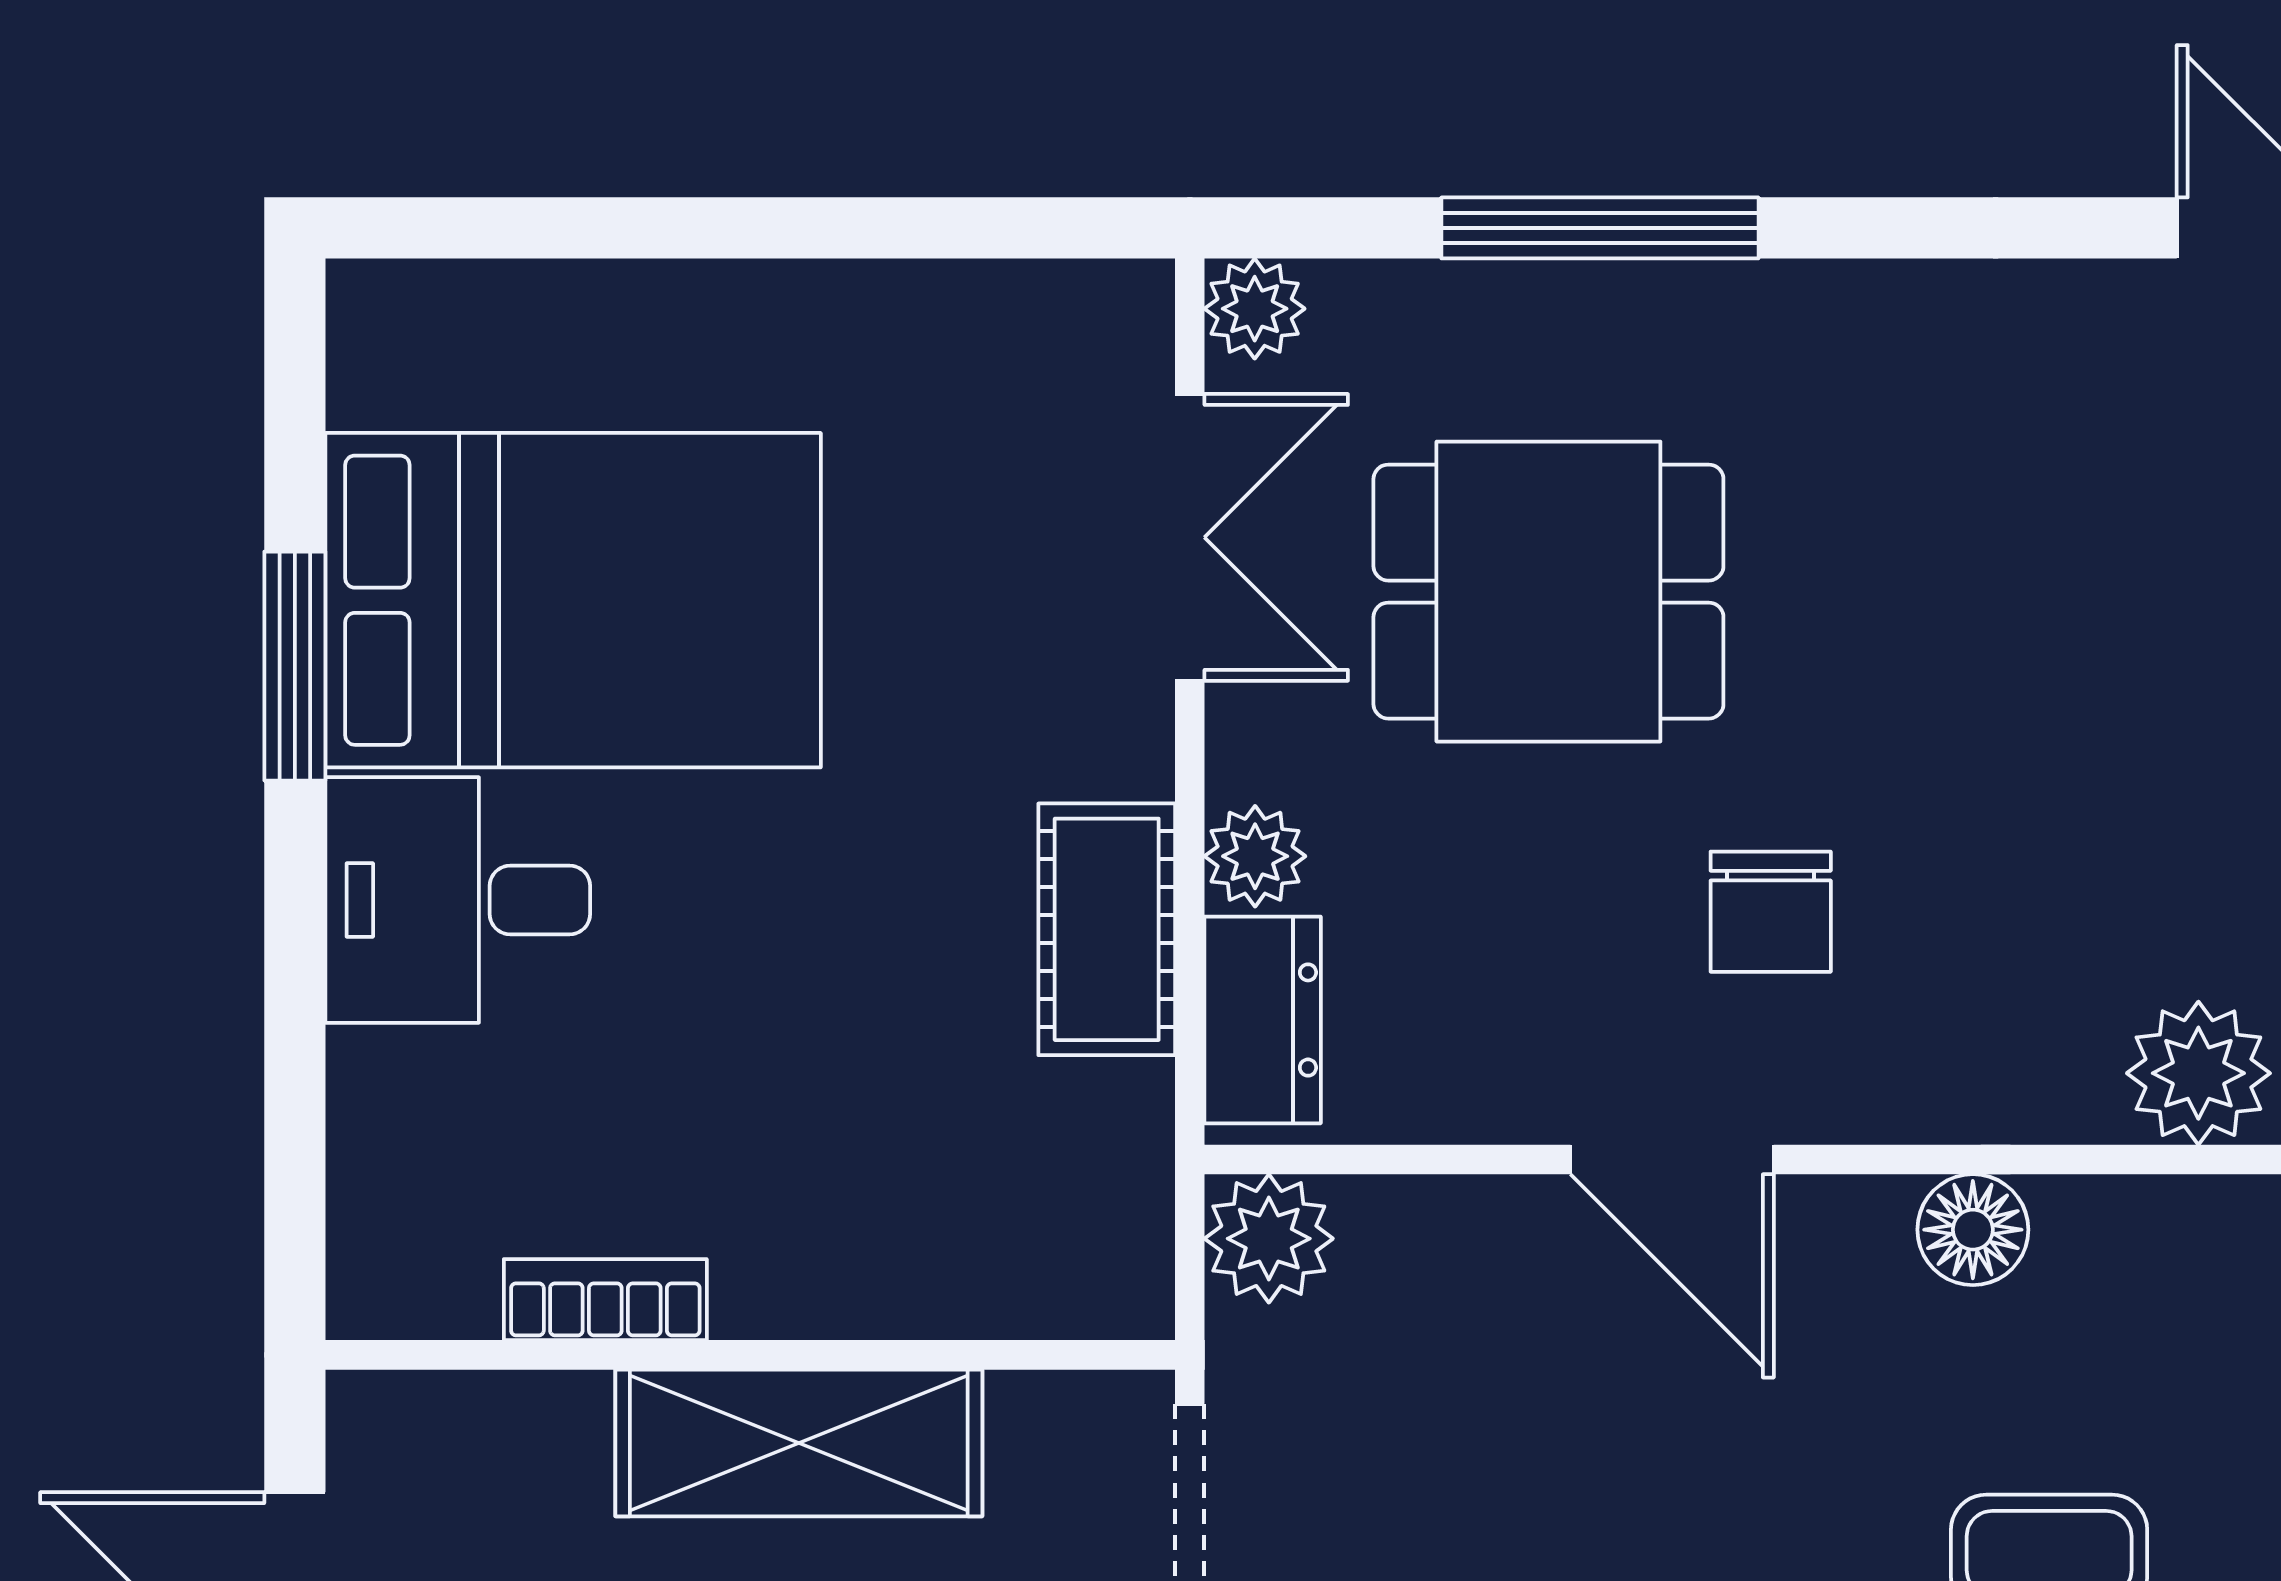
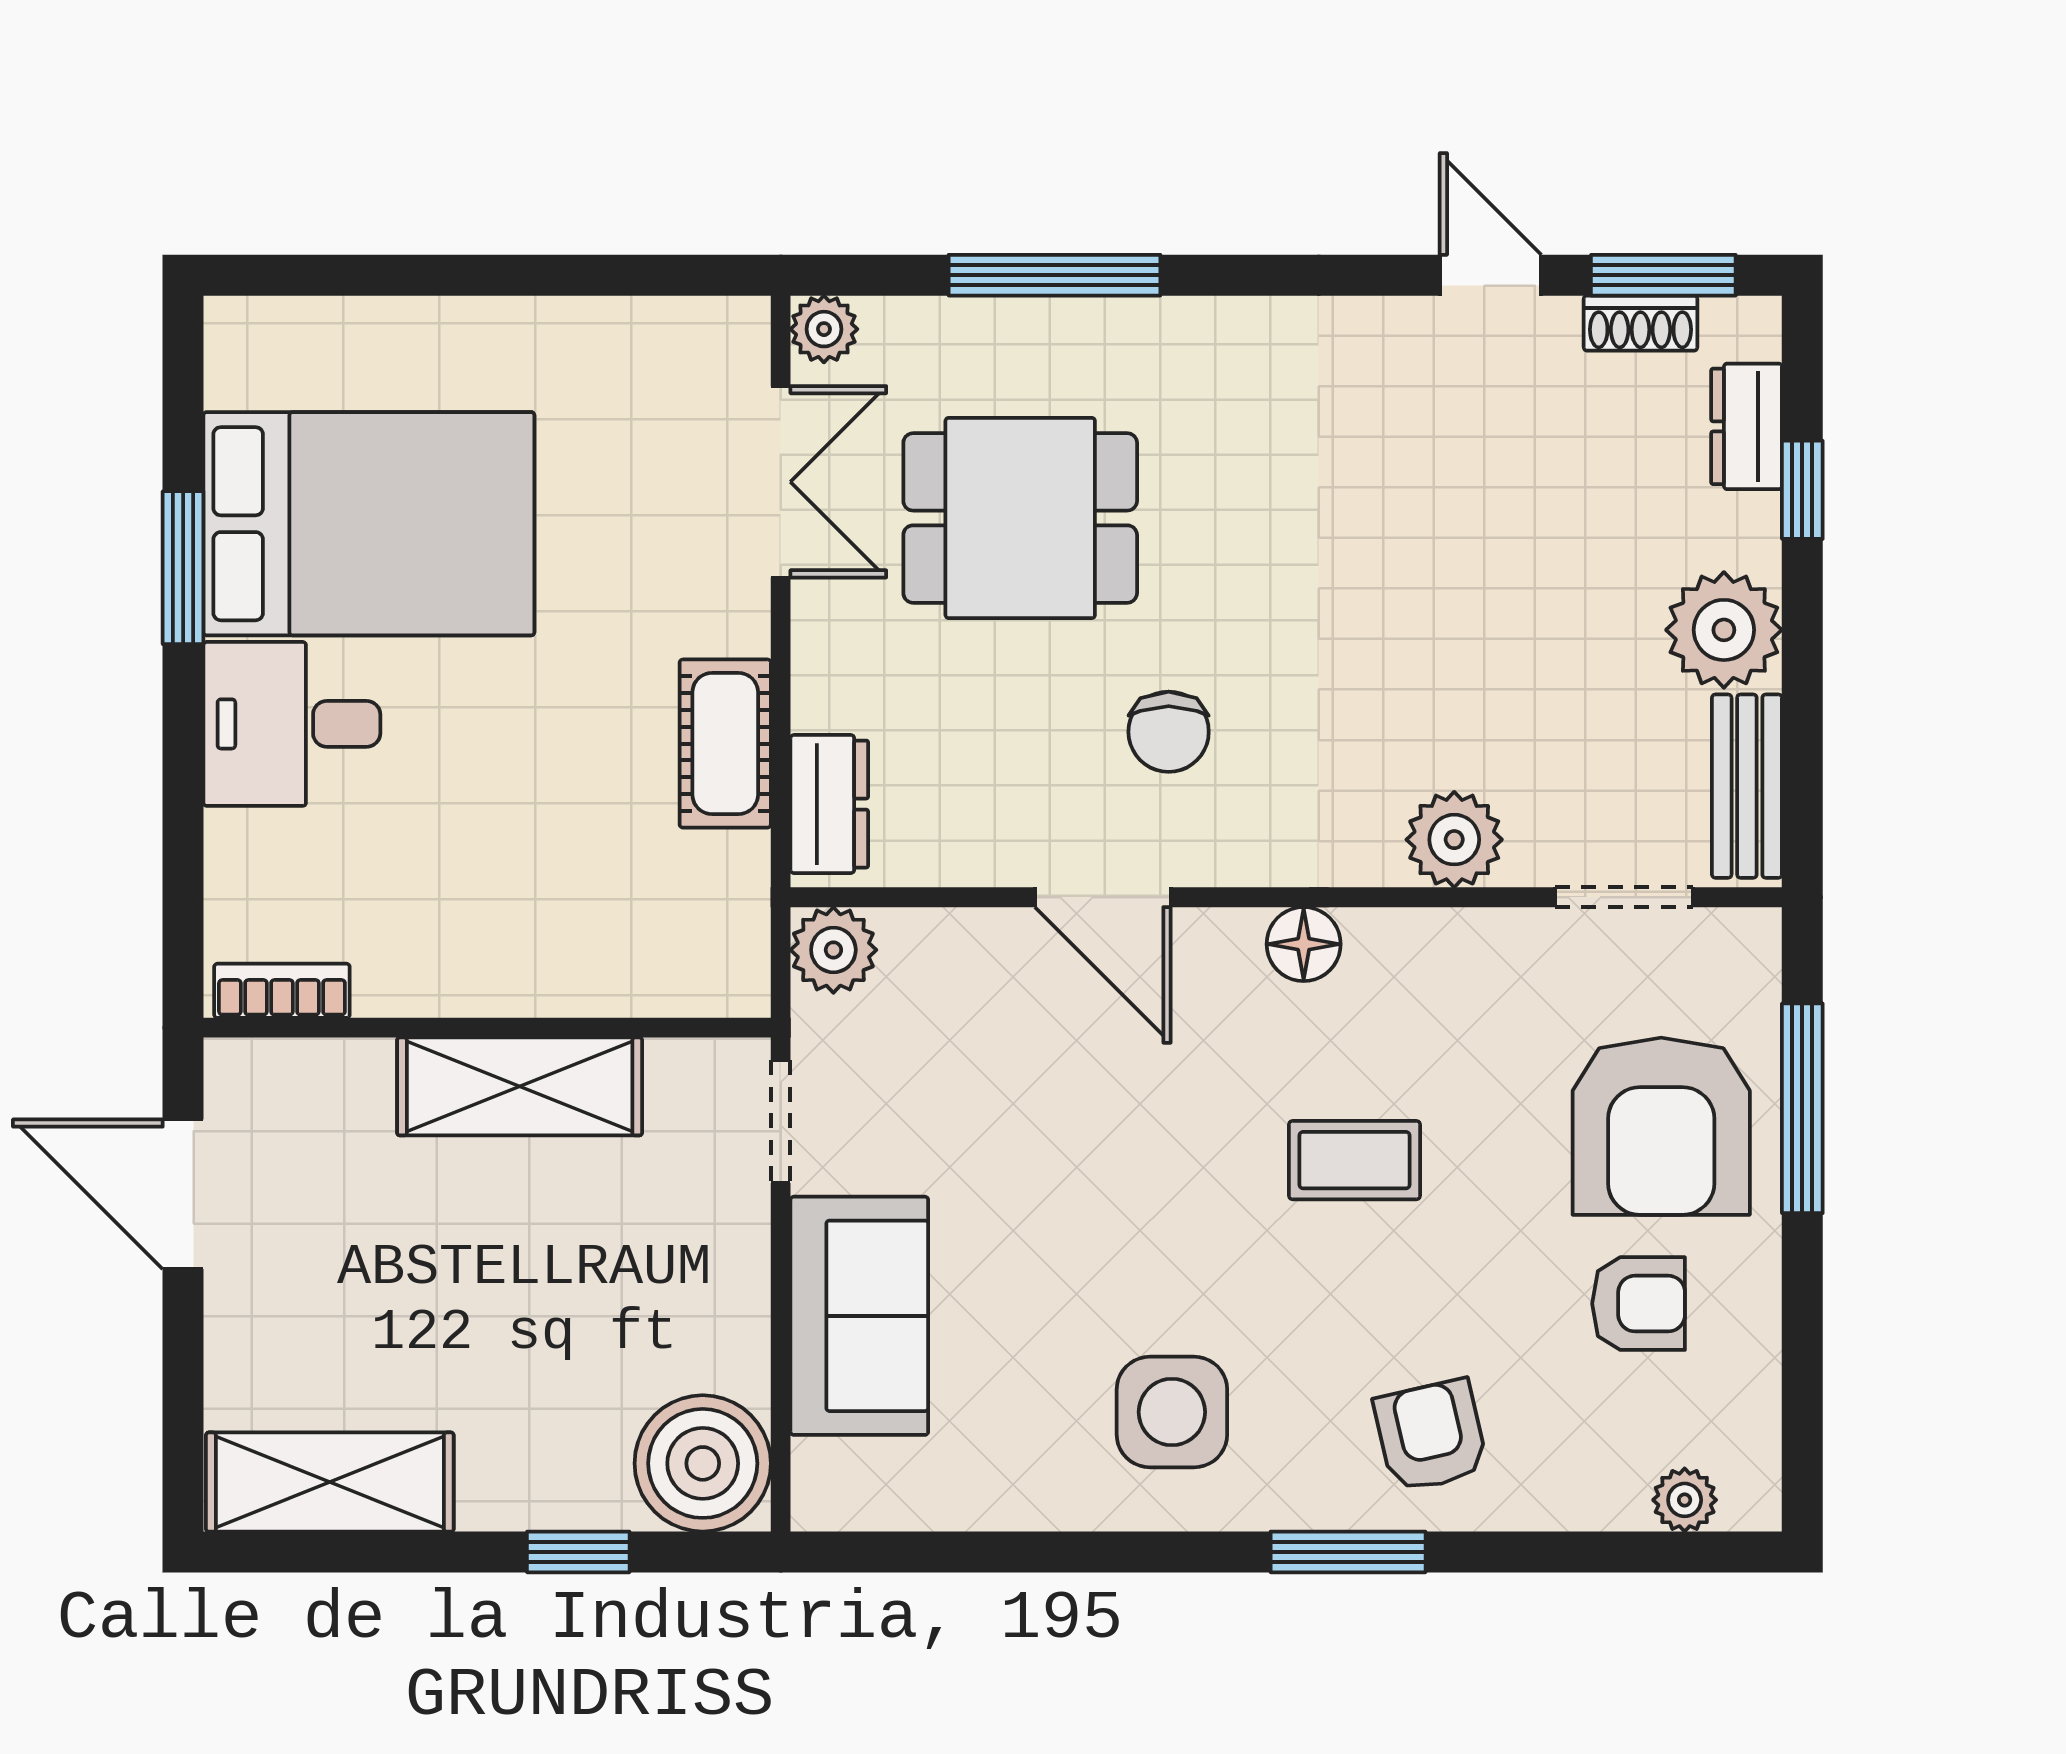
plant: (1255, 856) -> (824, 695), removed
bookcase: (605, 1300) -> (282, 991), moved

